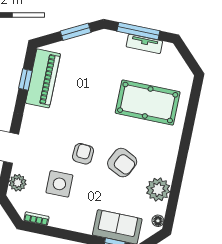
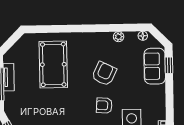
plant: (158, 190) -> (119, 37), width x0.53, depth x0.53

